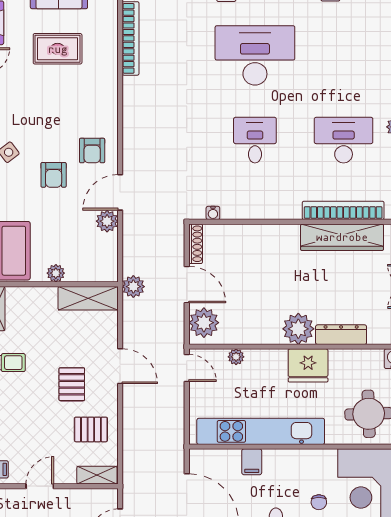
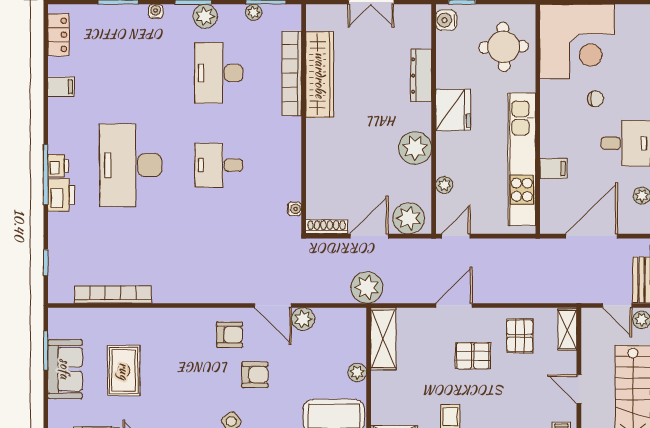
plant: (133, 287) -> (367, 287), width x1.36, depth x1.36
plant: (298, 329) -> (415, 148), moved

